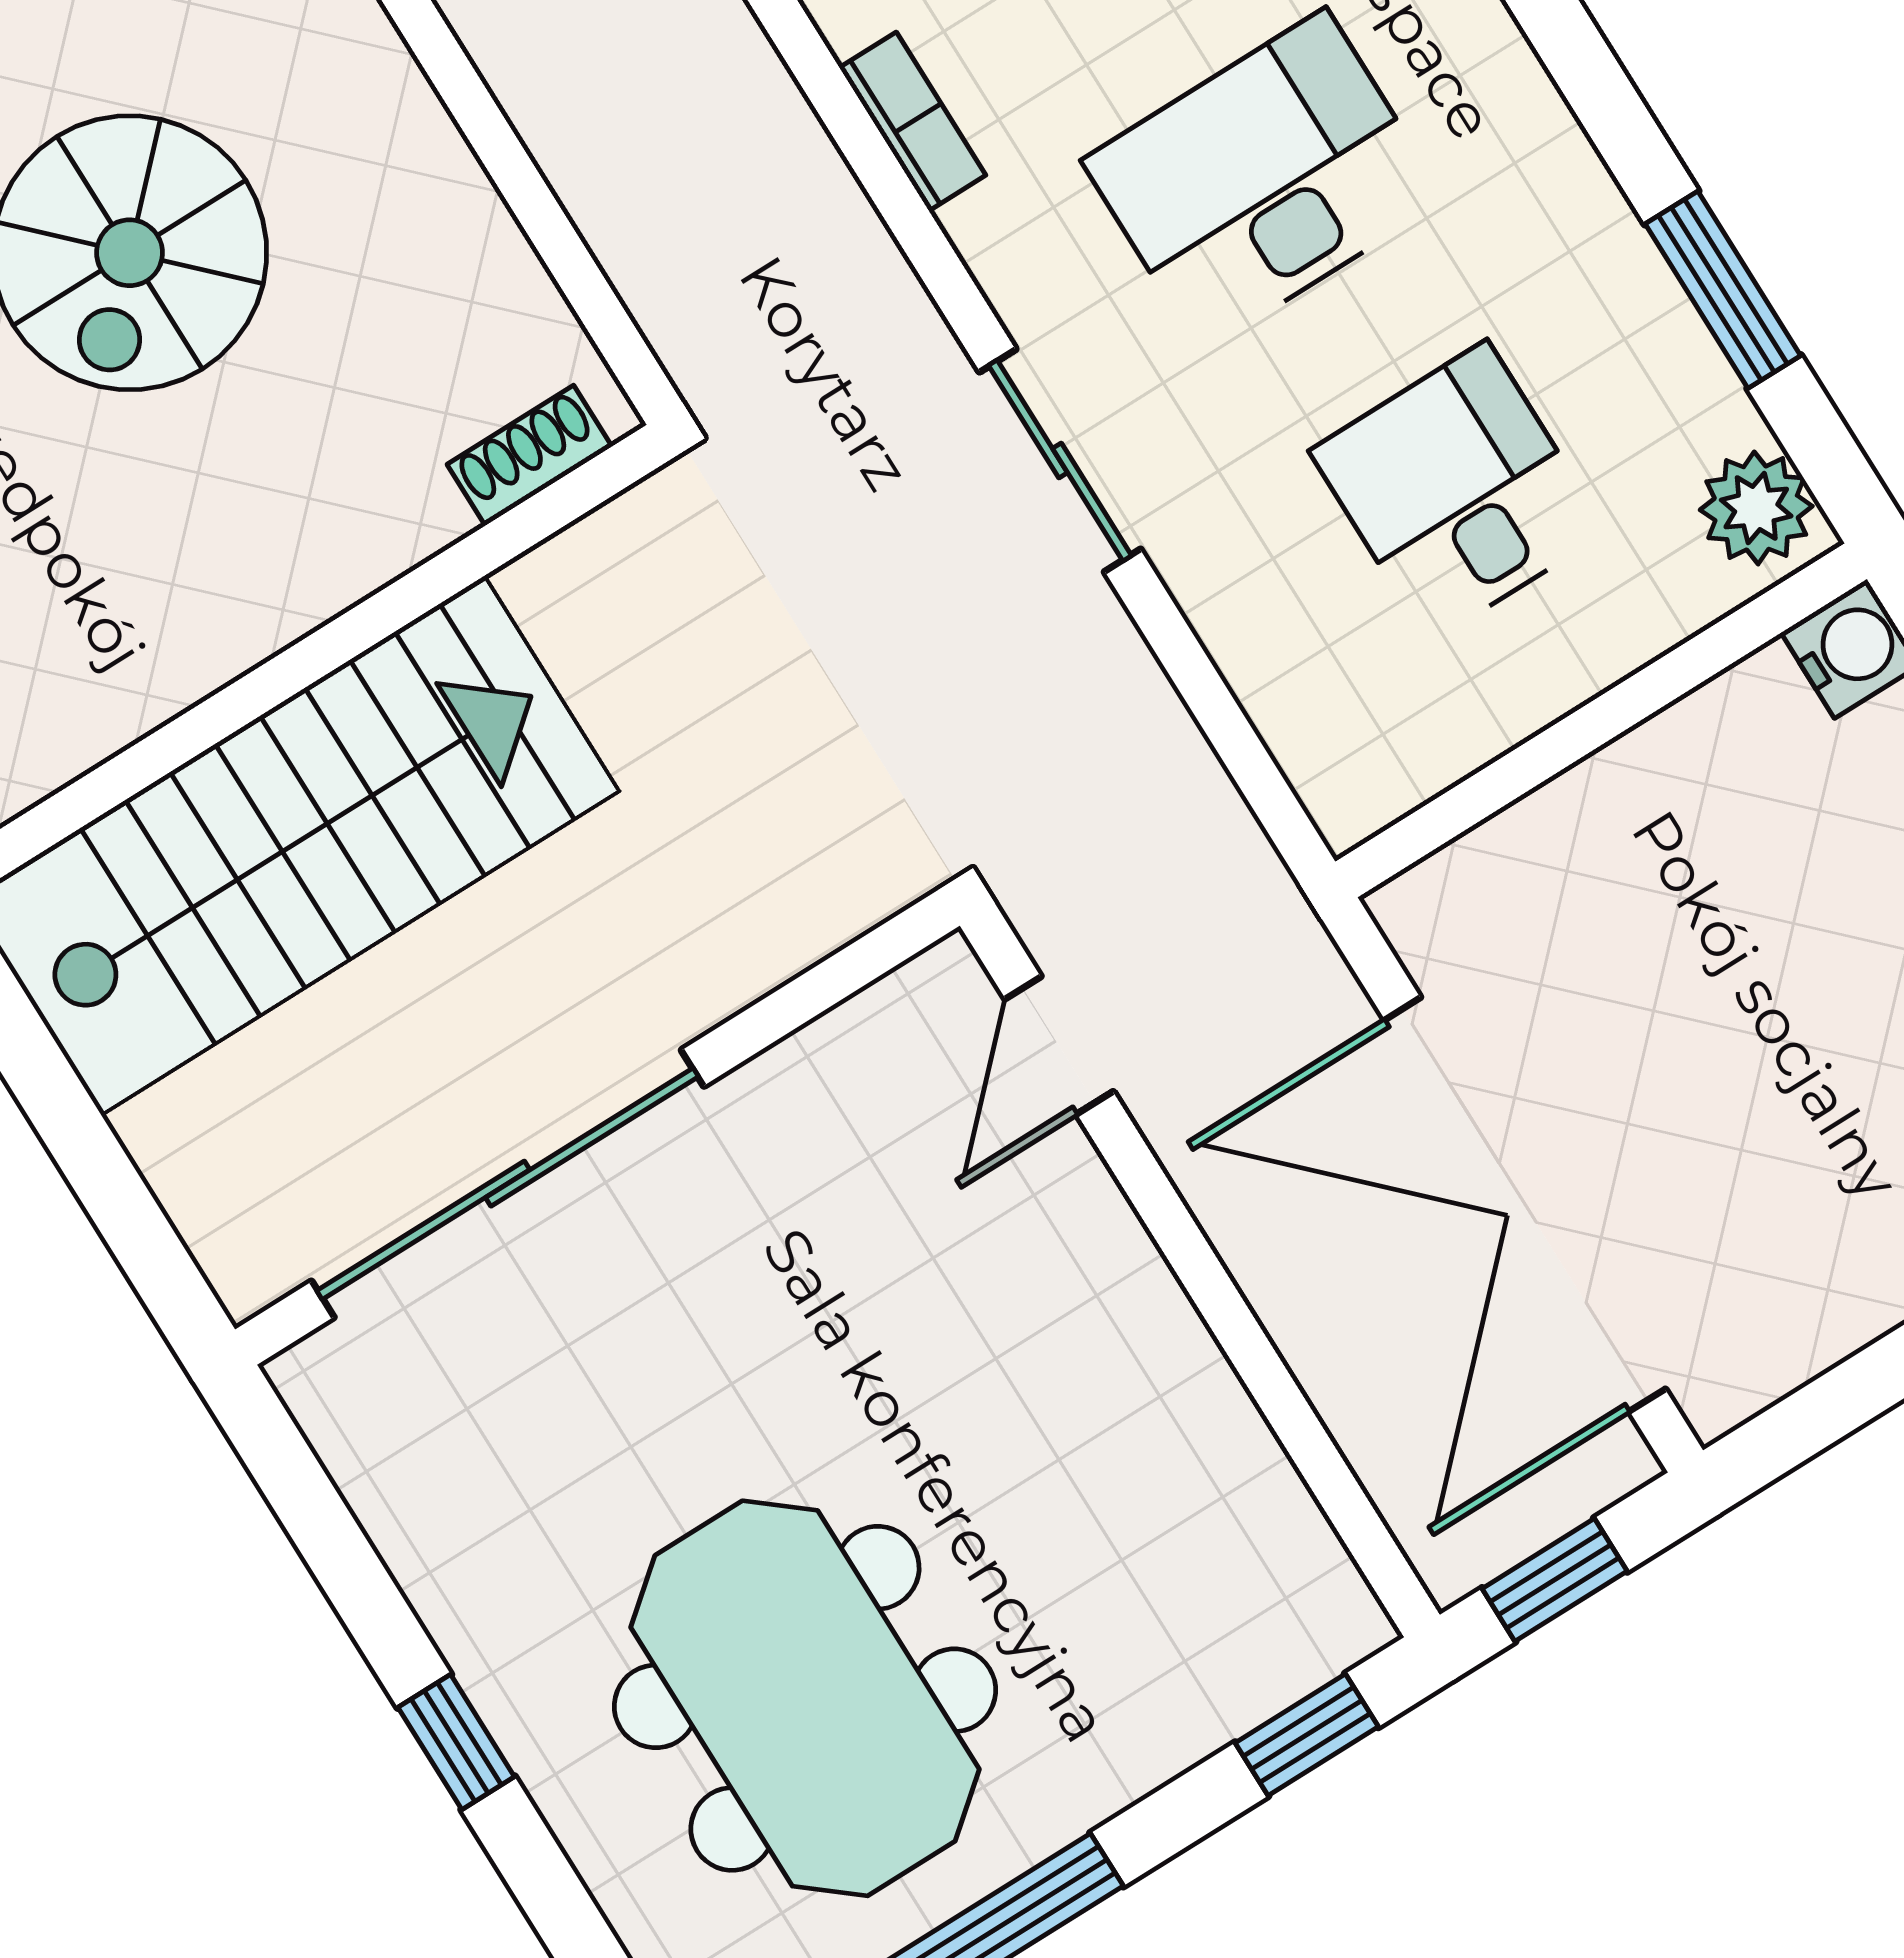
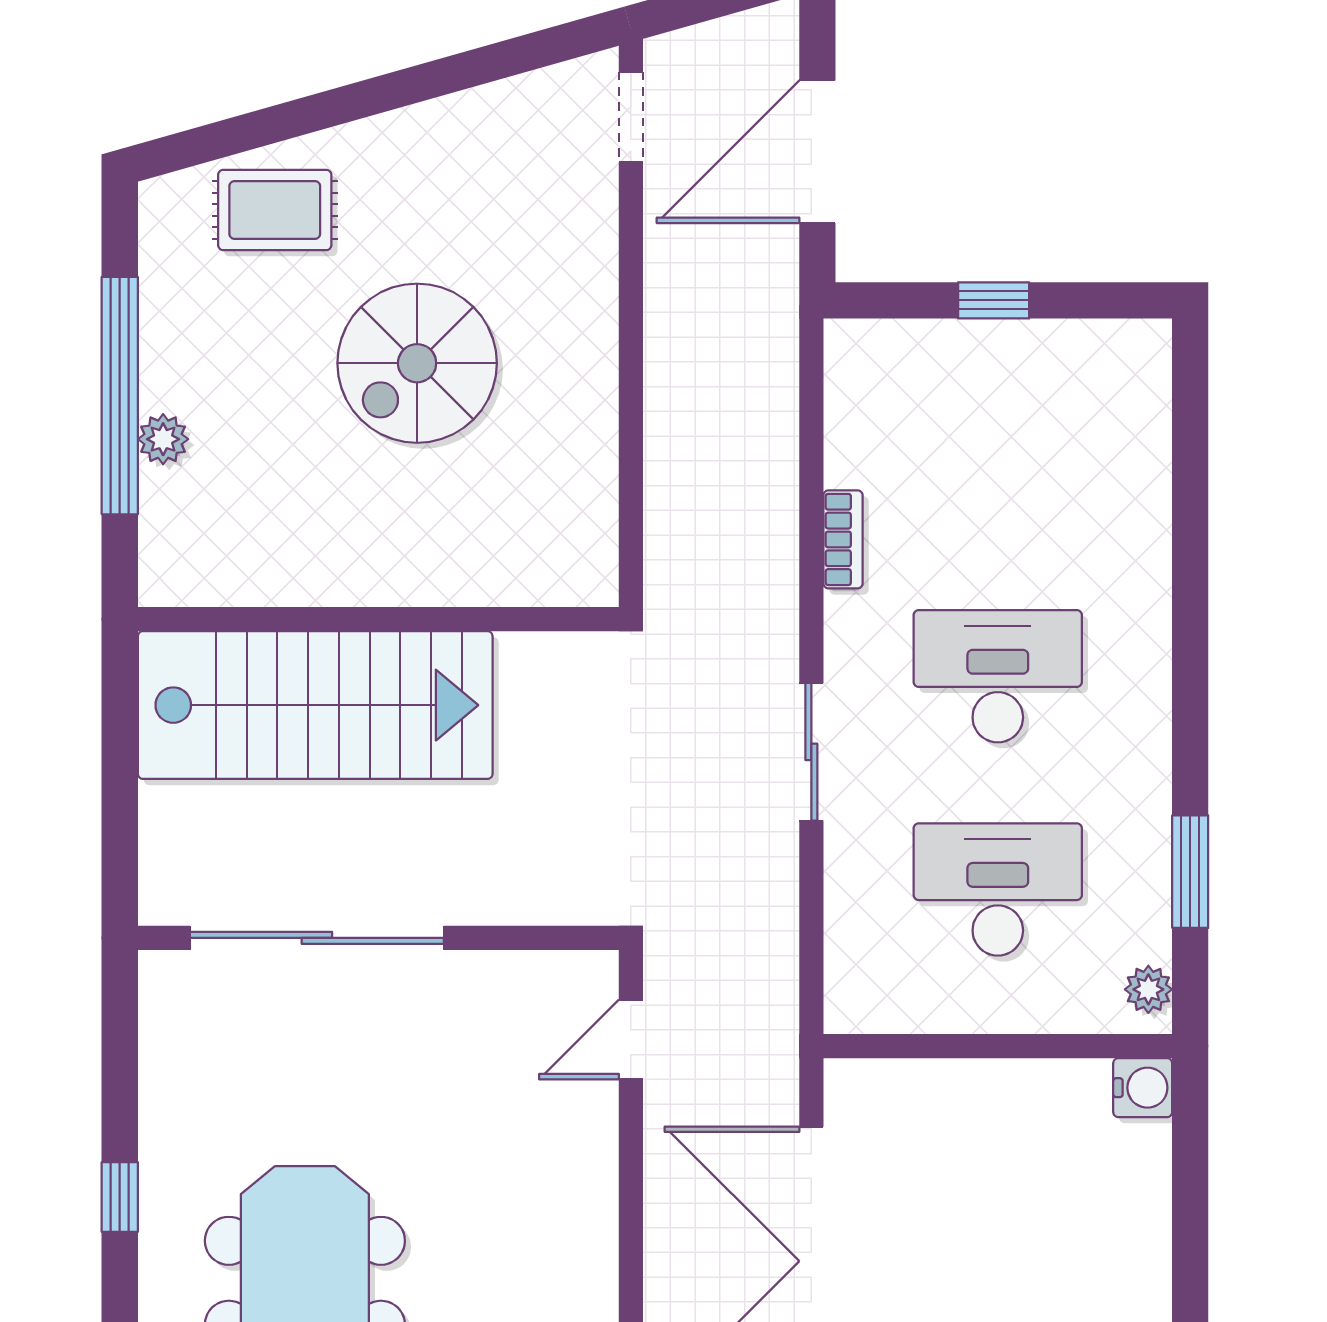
shoe rack: (529, 455) -> (552, 586), removed
desk: (1458, 491) -> (998, 889), width x1.37
plant: (1756, 508) -> (1148, 989), width x0.73, depth x0.73

